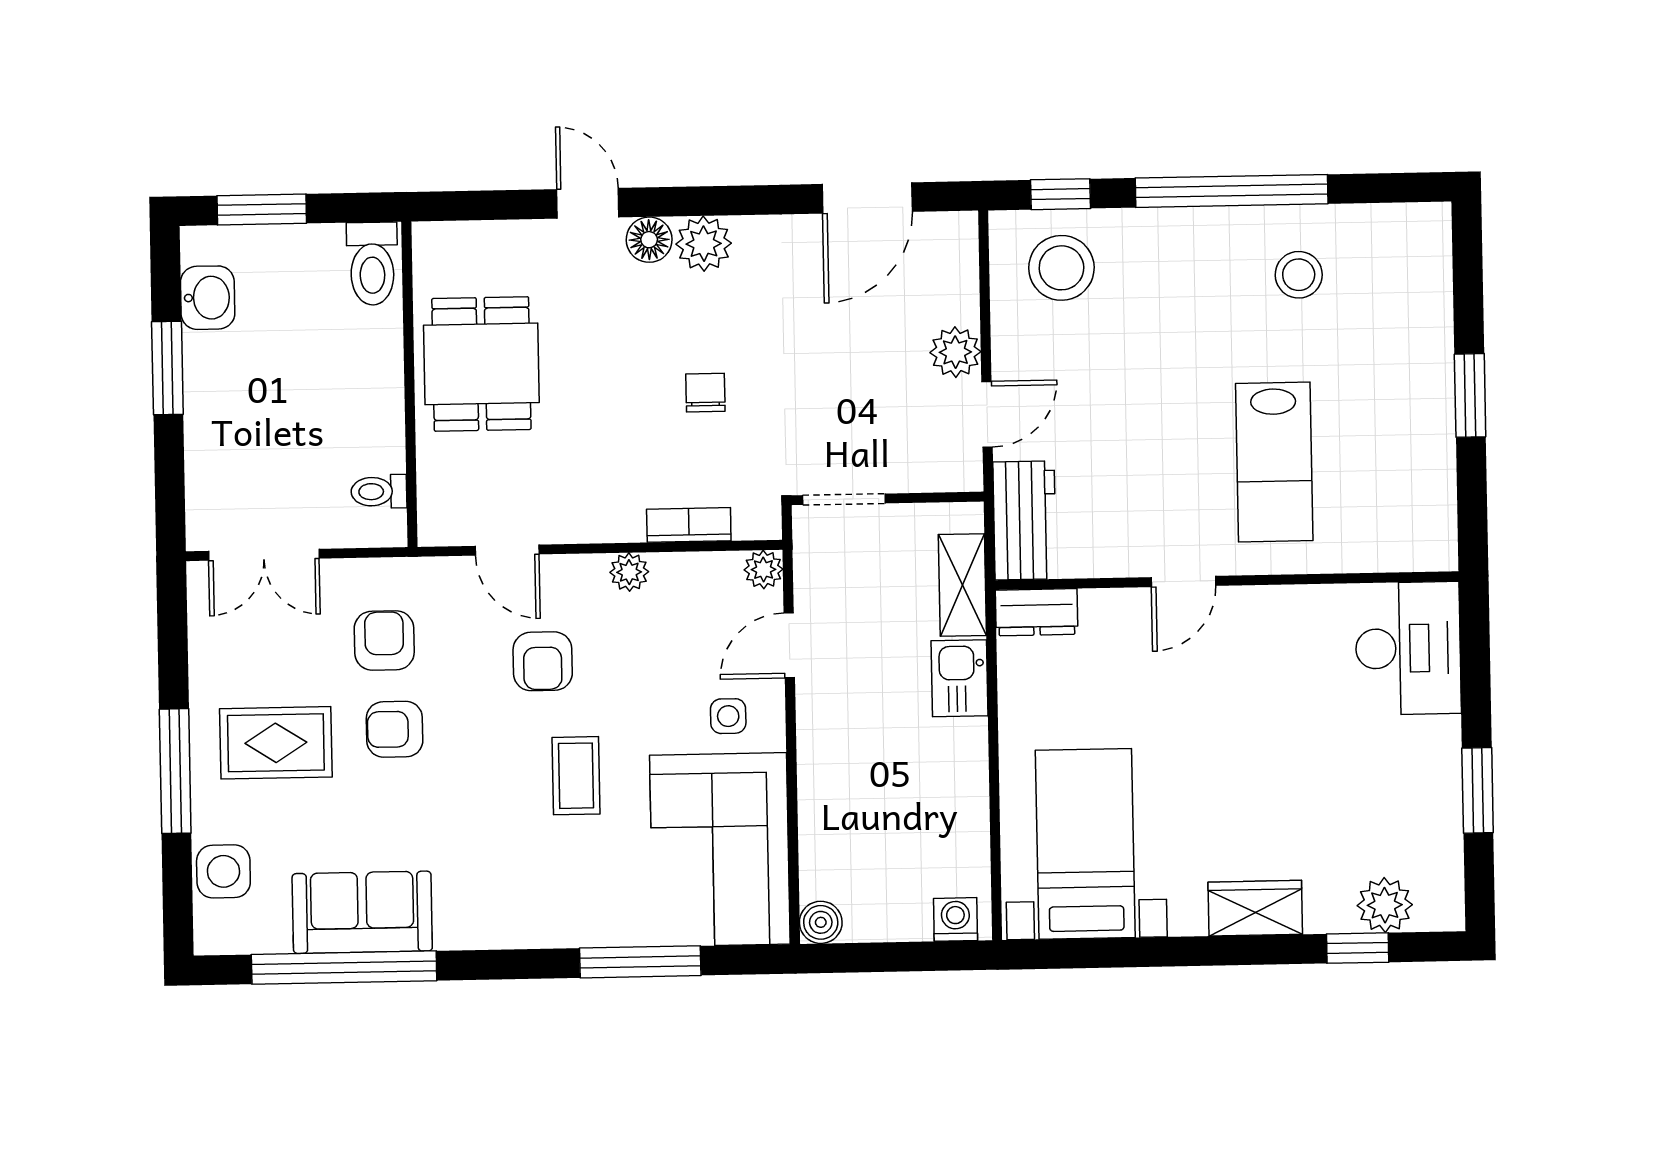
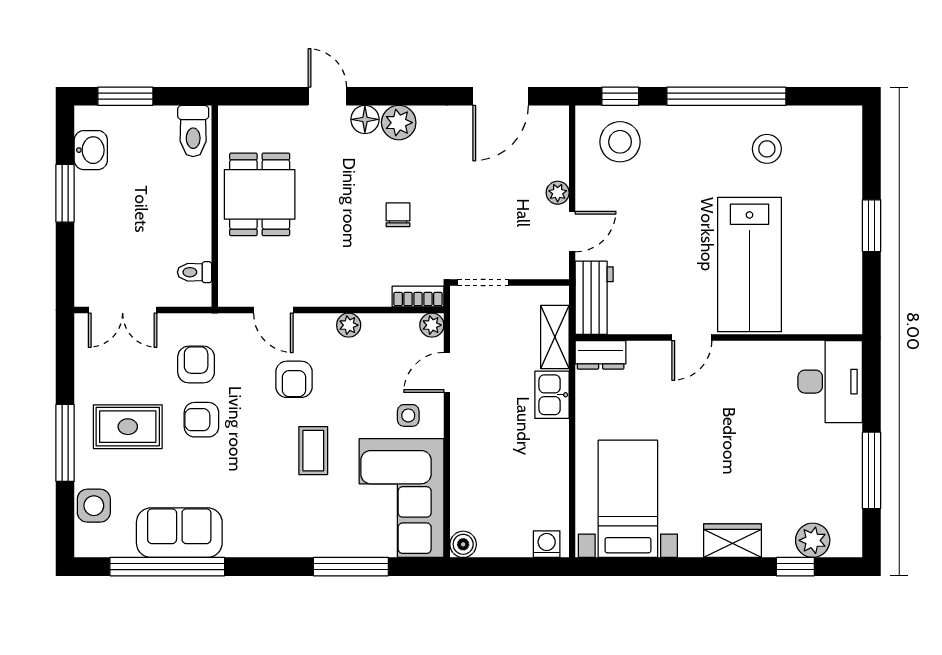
plant: (955, 352) -> (558, 193), width x0.73, depth x0.73
lab bench: (1274, 462) -> (749, 265), width x1.36, depth x1.39
bookcase: (689, 525) -> (418, 297), moved
window: (1478, 790) -> (872, 470), width x1.44

